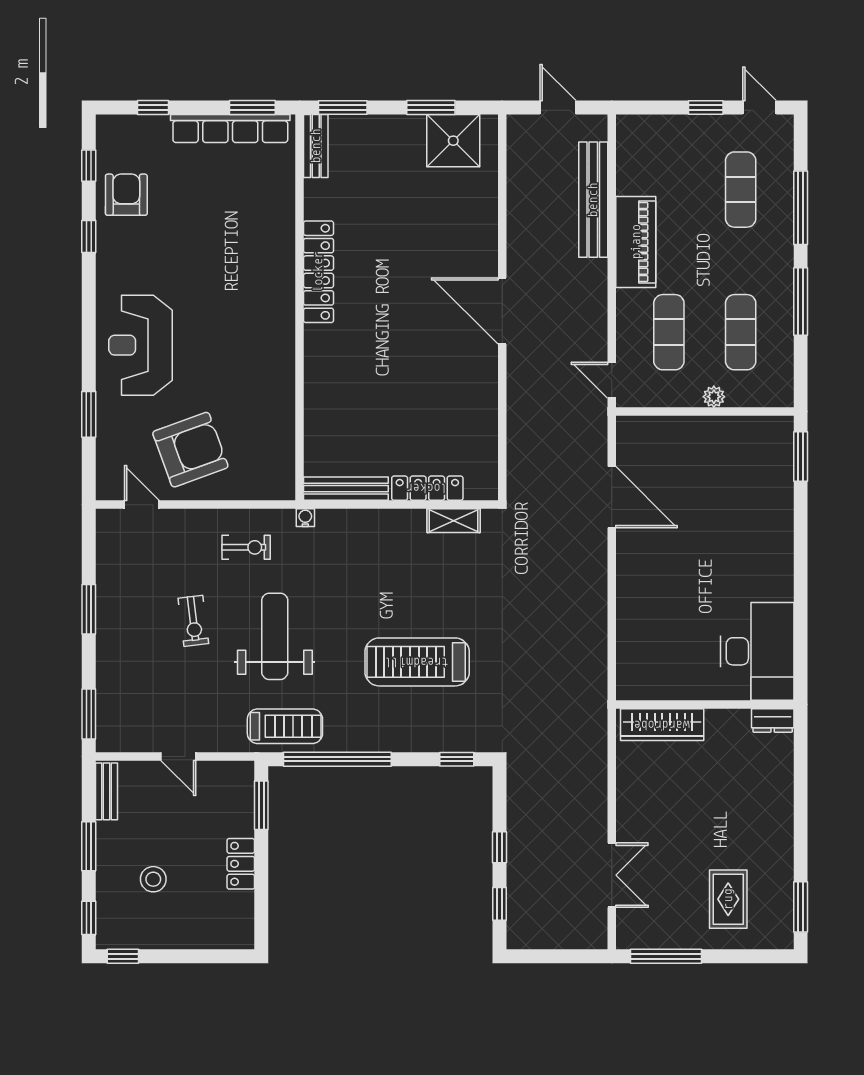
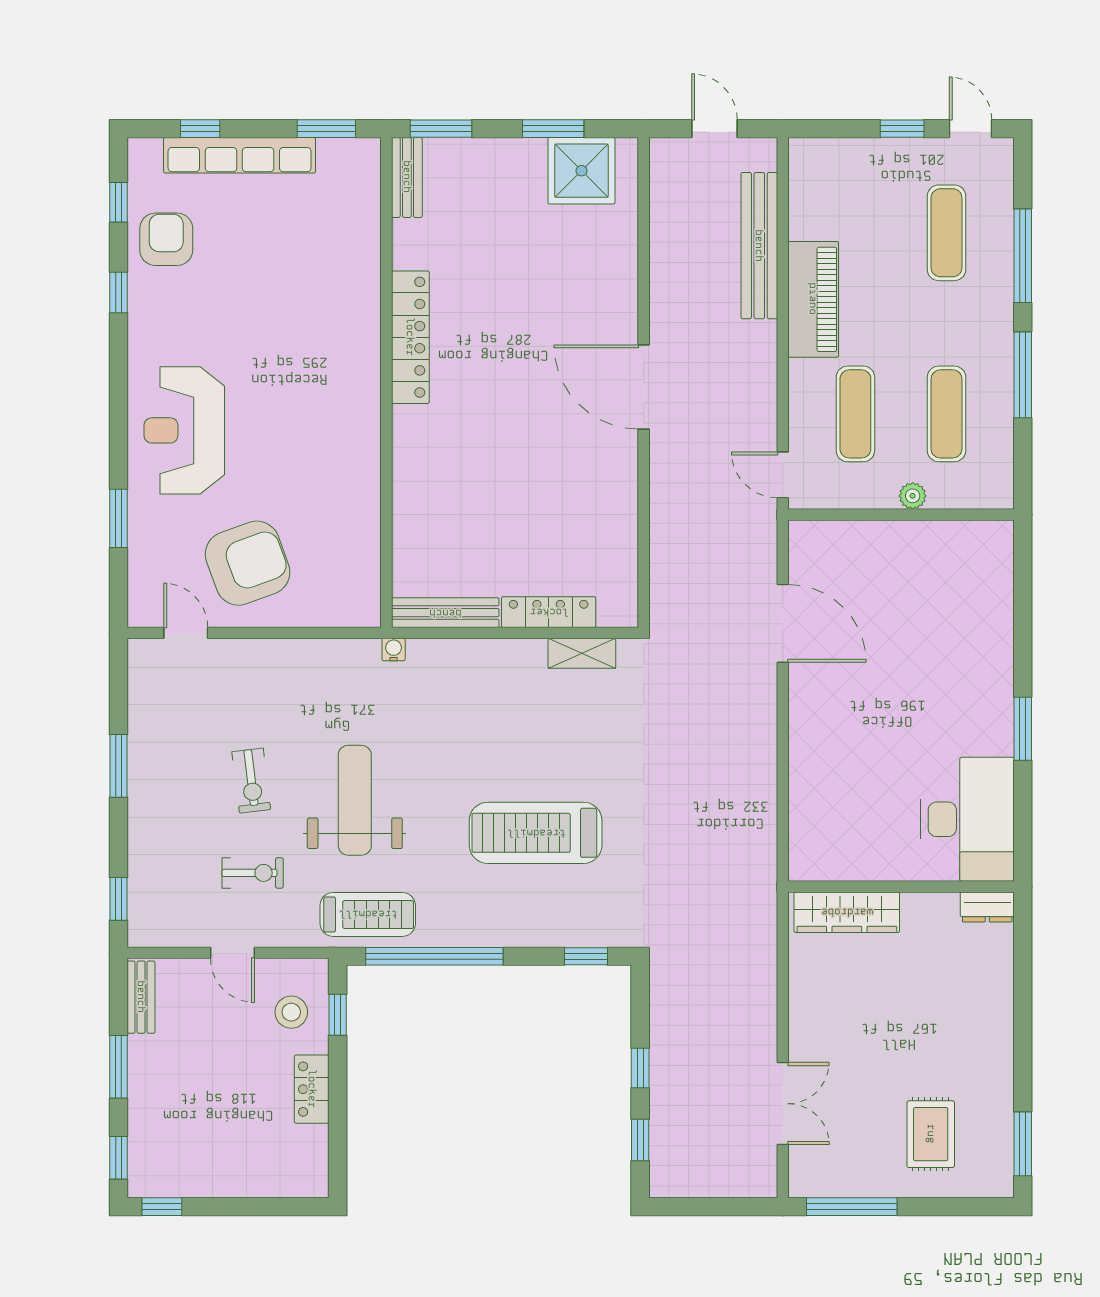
row of seats: (230, 129) -> (240, 155), moved
window: (801, 456) -> (1023, 729), moved
exercise bike: (246, 547) -> (253, 873), moved
window: (89, 714) -> (119, 899), width x0.67
window: (261, 805) -> (338, 1015), width x0.67
stool: (153, 879) -> (291, 1012), moved

